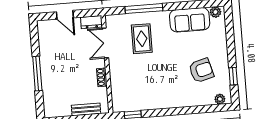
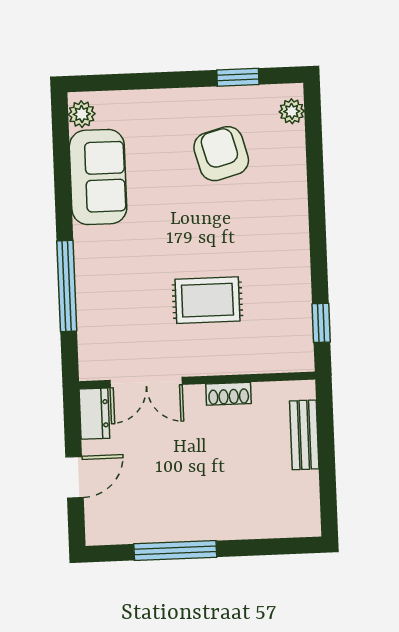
rug: (142, 39) -> (207, 300), moved
window: (37, 74) -> (175, 551), moved

